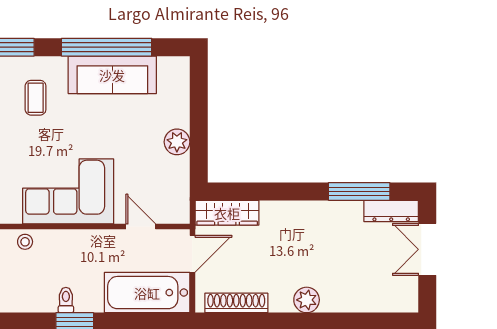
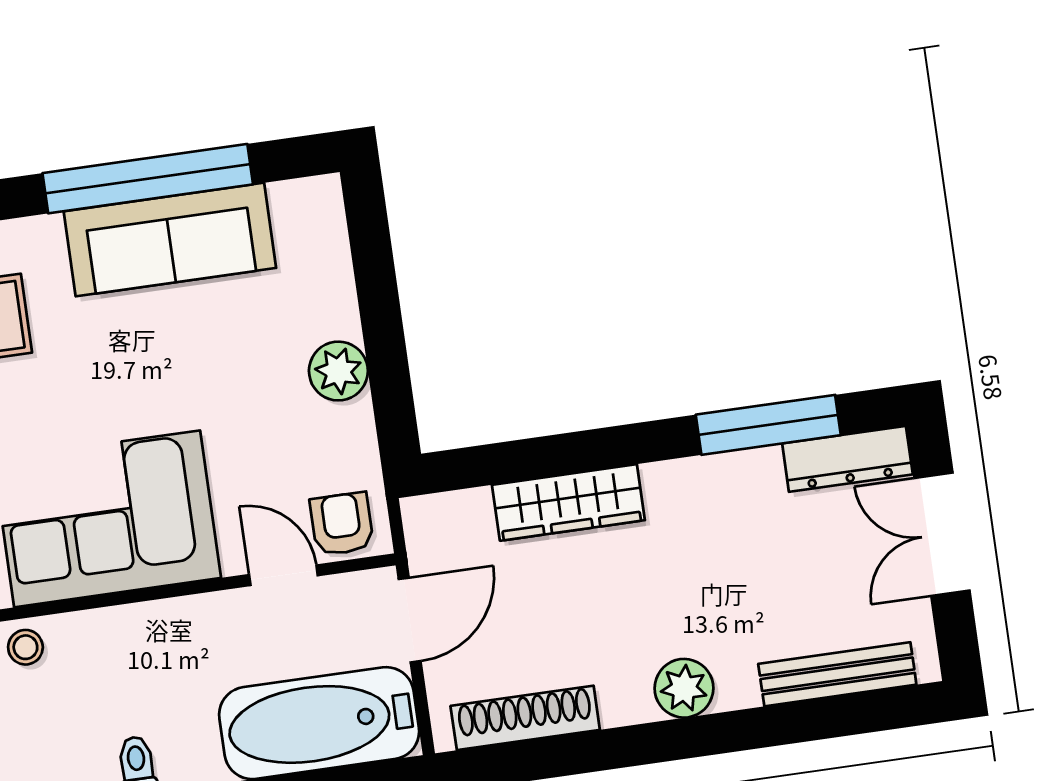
armchair: (169, 208) -> (342, 524), added
wardrobe: (227, 213) -> (568, 503), moved
bench: (374, 303) -> (837, 674), added

